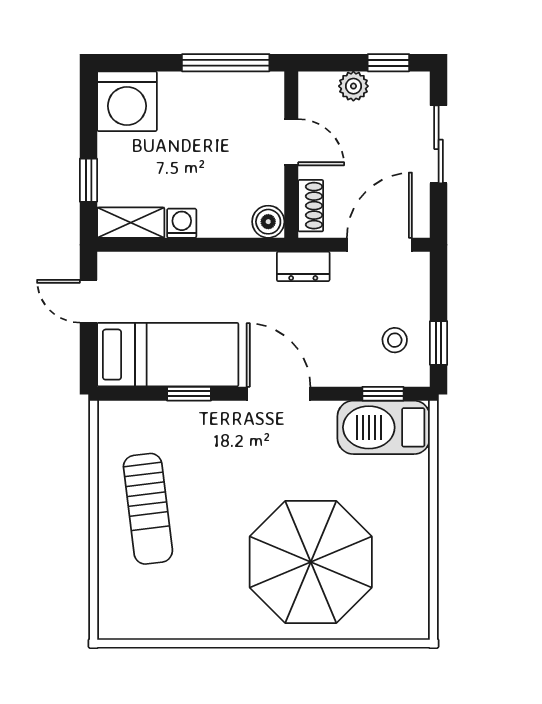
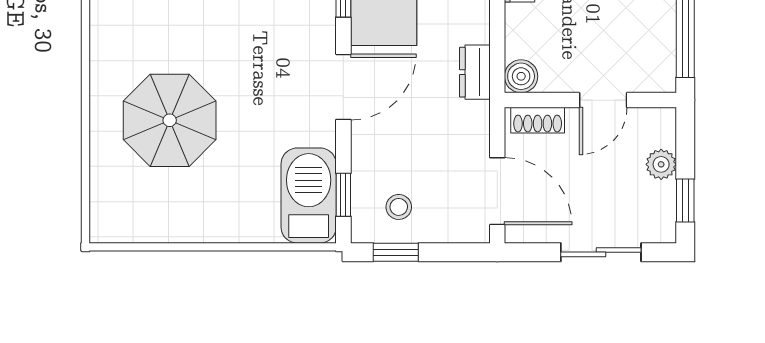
dresser: (303, 266) -> (475, 72), moved
parasol: (311, 562) -> (170, 120), width x0.73, depth x0.73

